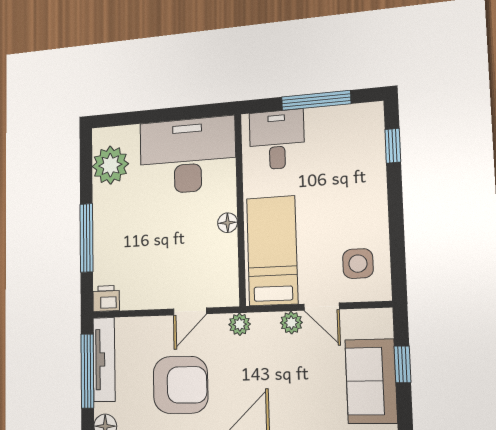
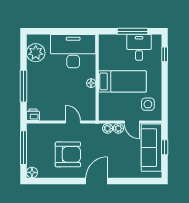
desk: (277, 140) -> (139, 47), moved
bed: (272, 251) -> (122, 81), moved, turned 90
door: (190, 311) -> (73, 122), swing flipped
plant: (240, 324) -> (108, 128), moved
tv unit: (104, 359) -> (32, 142), removed
sofa: (371, 381) -> (151, 148), width x1.36

